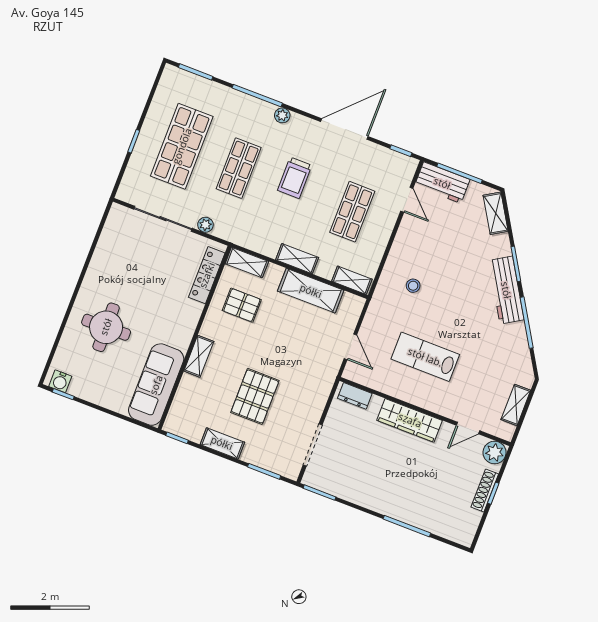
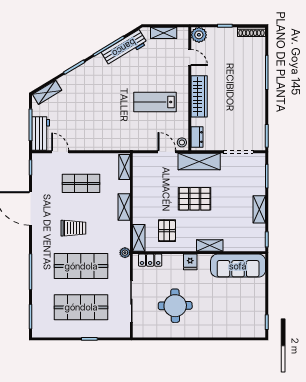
plant: (282, 115) -> (37, 251), removed
shop shelf: (239, 168) -> (81, 266), width x1.43, depth x1.36
door: (407, 200) -> (60, 152), hinge flipped
plant: (205, 225) -> (125, 253), moved
locker: (207, 275) -> (150, 260), width x0.66
stool: (413, 286) -> (182, 142), moved
workbench: (506, 290) -> (124, 48), moved
shelving: (311, 291) -> (199, 161), moved, turned 90
fridge: (186, 321) -> (190, 262), added
round table: (106, 327) -> (175, 306), moved
door: (350, 347) -> (167, 152), hinge flipped
lab bench: (425, 357) -> (155, 102), turned 90
water cooler: (60, 381) -> (259, 327), removed
pallet: (255, 396) -> (195, 199), moved
shoe rack: (485, 490) -> (251, 32), moved

